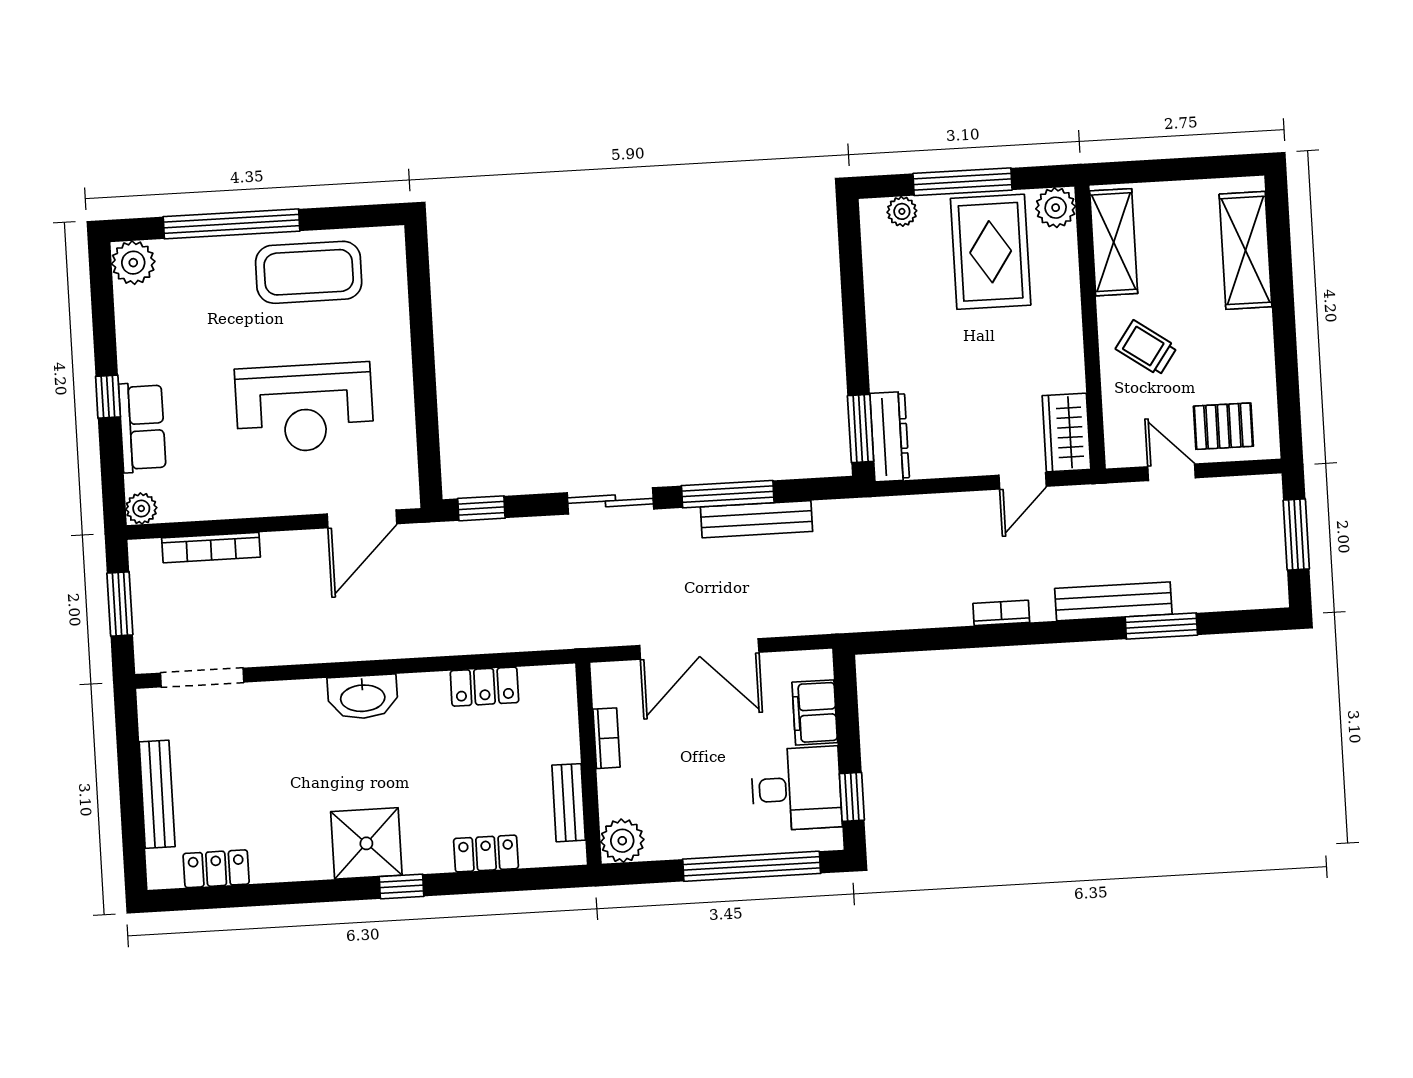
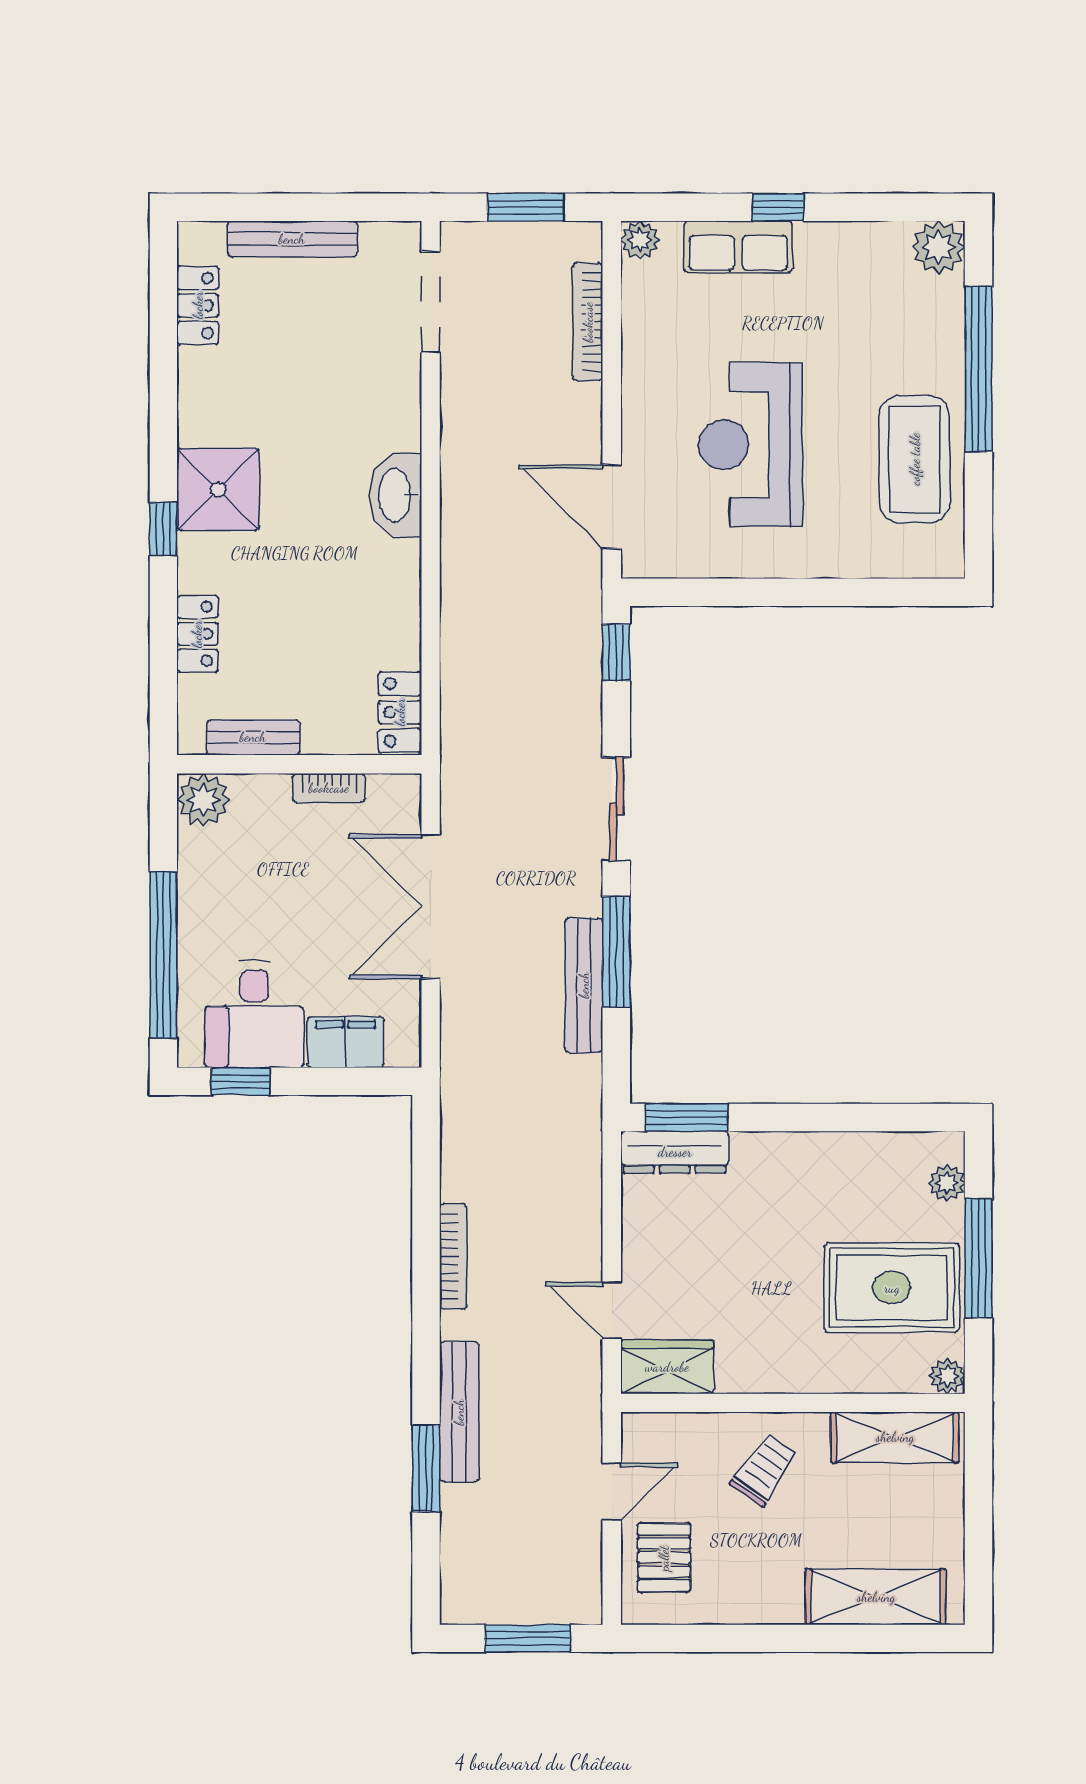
plant: (1056, 208) -> (947, 1376), width x0.73, depth x0.73
bookcase: (1001, 613) -> (453, 1256), width x1.56
locker: (484, 687) -> (400, 712), moved

